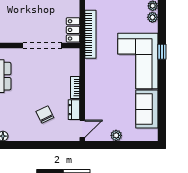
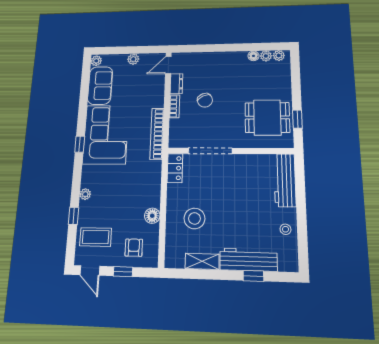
plant: (152, 17) -> (96, 61), moved
bookcase: (90, 34) -> (157, 134), moved
chair: (45, 114) -> (205, 100), moved

